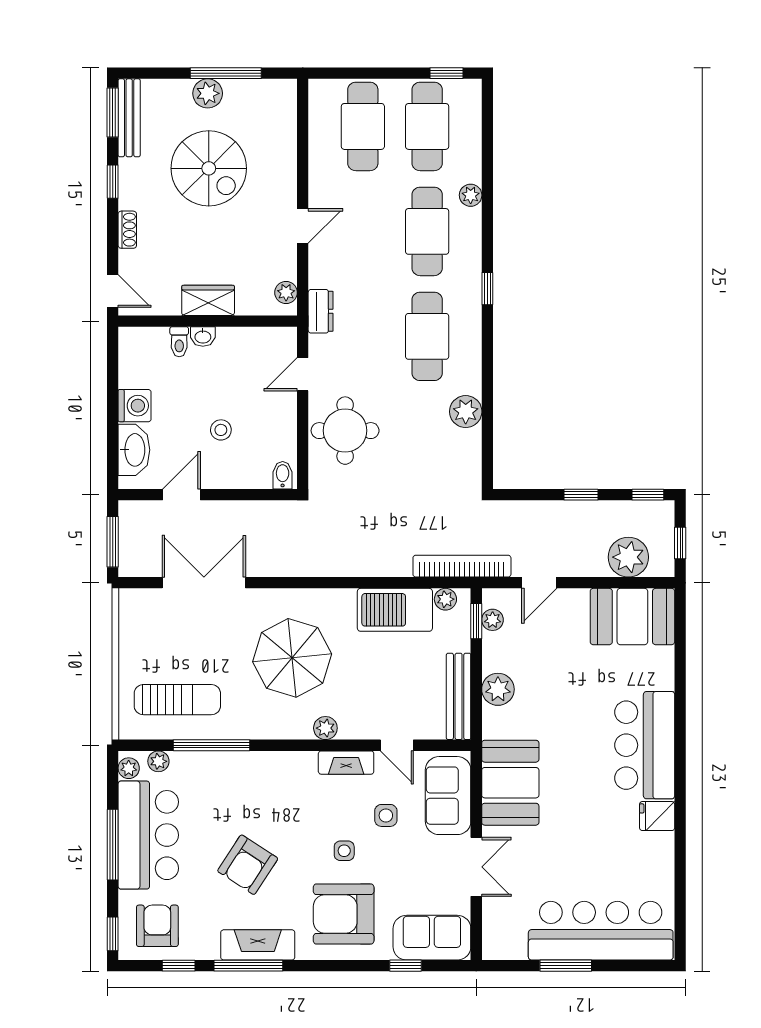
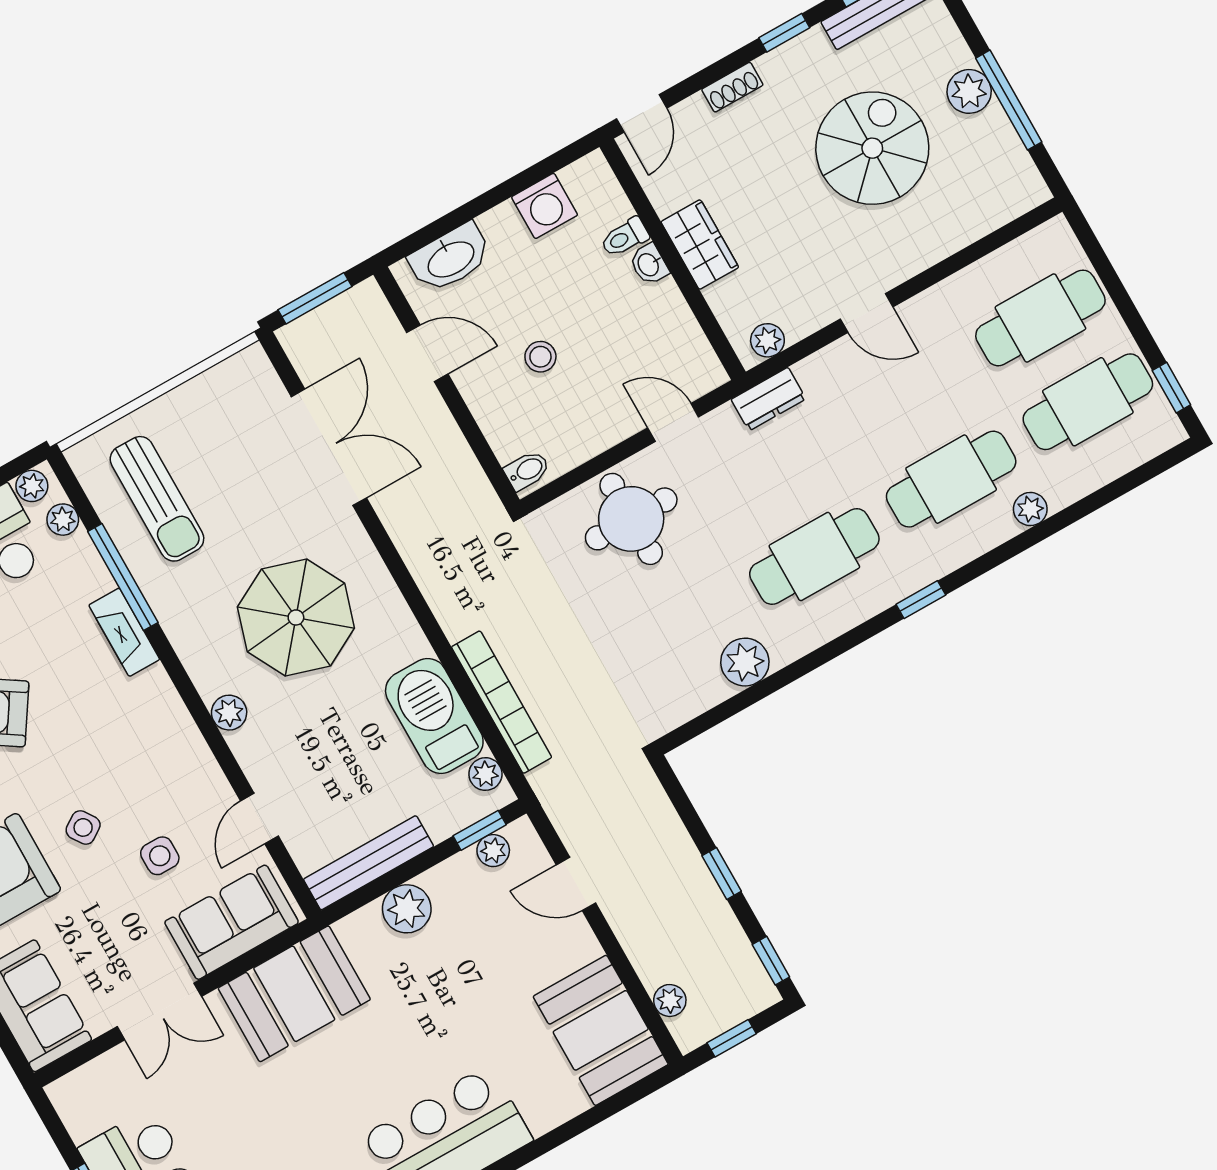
spiral stairs: (209, 168) -> (872, 148), turned 180
washing machine: (135, 406) -> (545, 206), moved
plant: (628, 557) -> (670, 1000), width x0.53, depth x0.53
bookcase: (462, 566) -> (502, 702), moved
fireplace: (346, 763) -> (124, 632), moved
side table: (344, 851) -> (83, 827), turned -34

